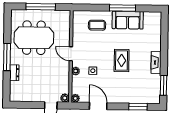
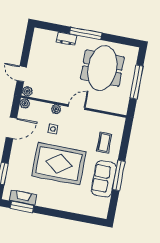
rug: (122, 60) -> (59, 164), width x1.86, depth x2.06
fireplace: (156, 63) -> (23, 198), moved

